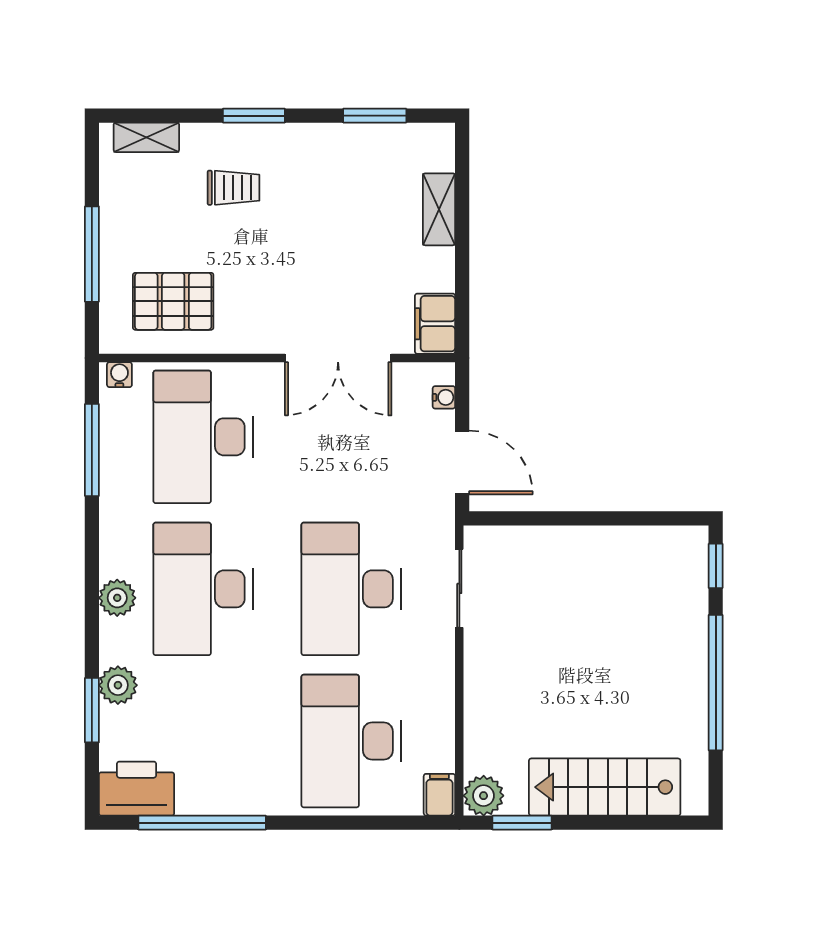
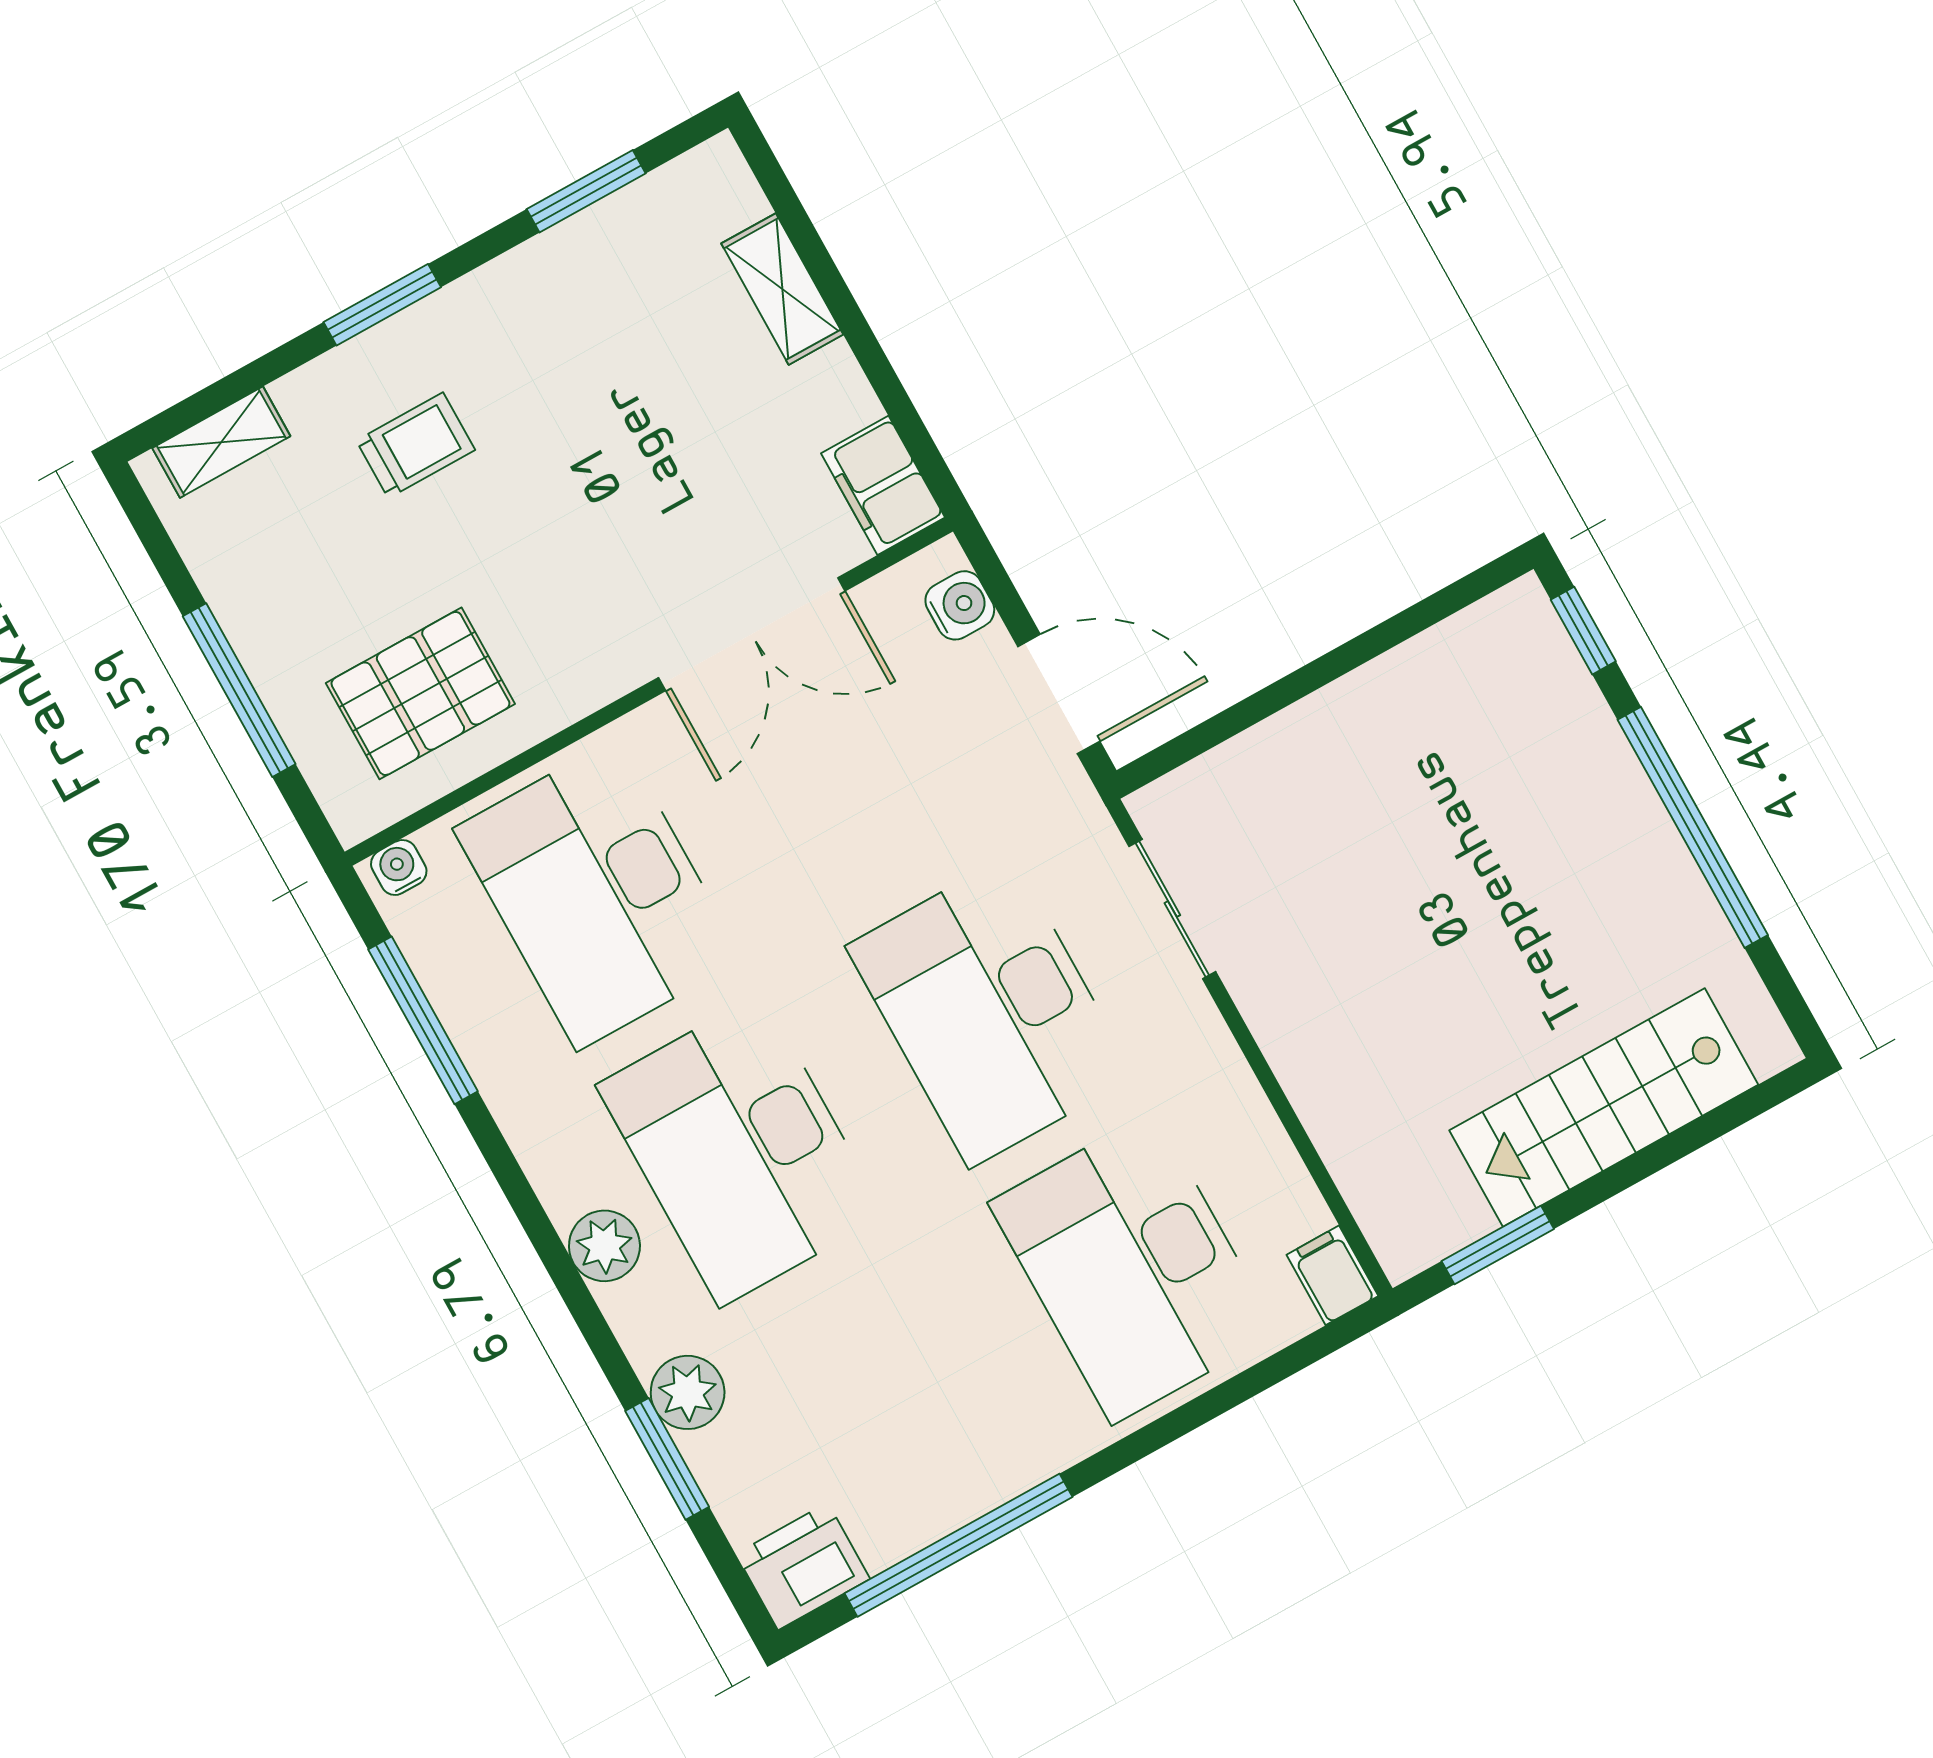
water cooler: (444, 397) -> (960, 605), width x1.38, depth x1.38
printer: (137, 789) -> (803, 1566), width x0.73, depth x0.84
plant: (484, 796) -> (1408, 1236), removed

